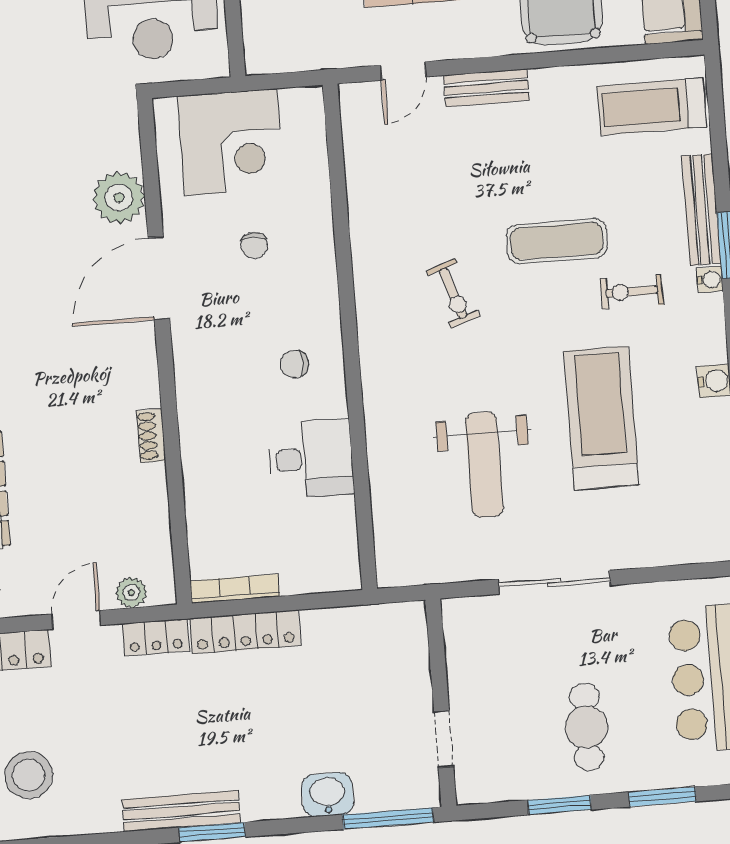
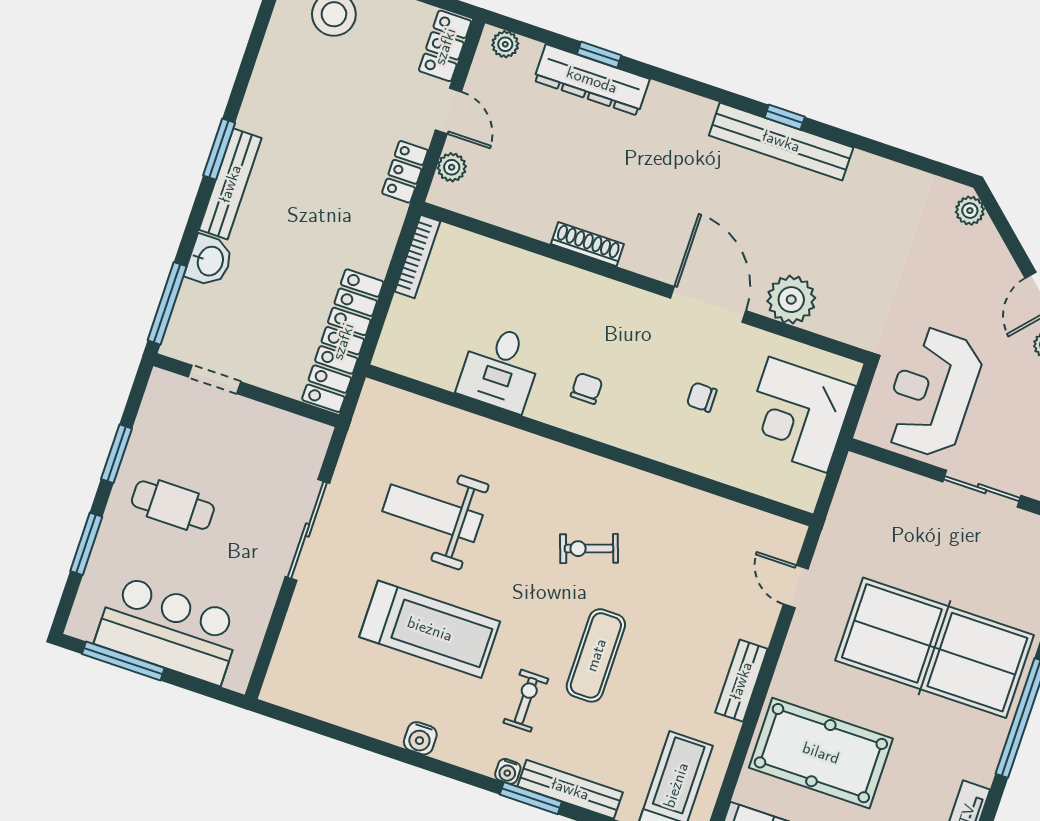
bench: (486, 88) -> (741, 681), moved
shoe rack: (151, 436) -> (587, 244), width x1.43
locker: (245, 632) -> (343, 341), moved, width x1.41, depth x1.21
bench: (181, 811) -> (230, 184), moved

